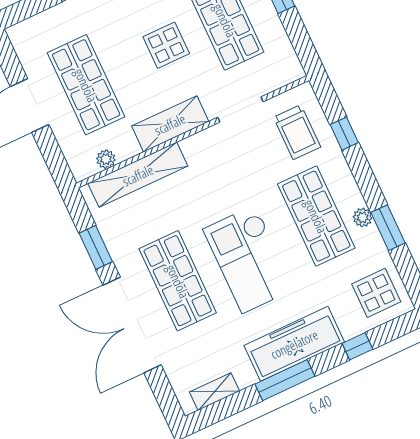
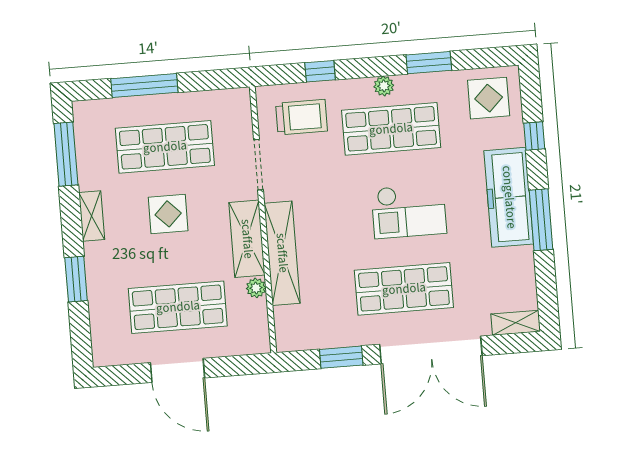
plant: (106, 159) -> (256, 288), moved
shelving: (138, 175) -> (282, 253), moved
plant: (363, 217) -> (384, 86), moved
checkout: (249, 259) -> (409, 211), width x0.73, depth x0.83
shelving: (214, 392) -> (516, 323), moved, turned 90

